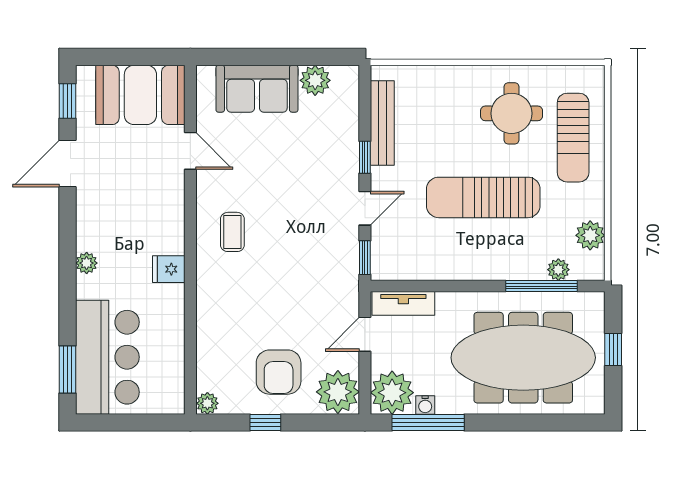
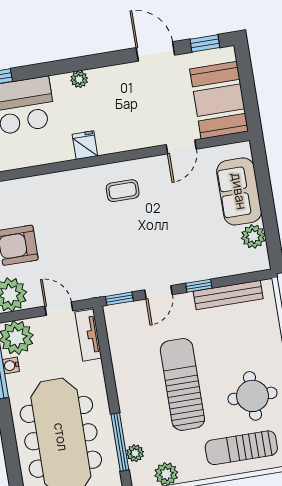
door: (365, 208) -> (158, 292), hinge flipped

